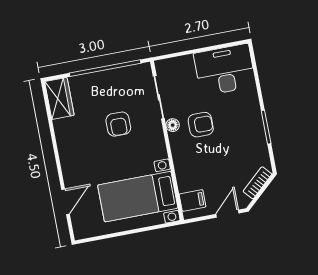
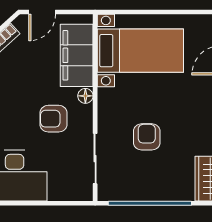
floor lamp: (173, 125) -> (85, 96), moved
filing cabinet: (193, 200) -> (77, 55), width x3.00, depth x1.17

